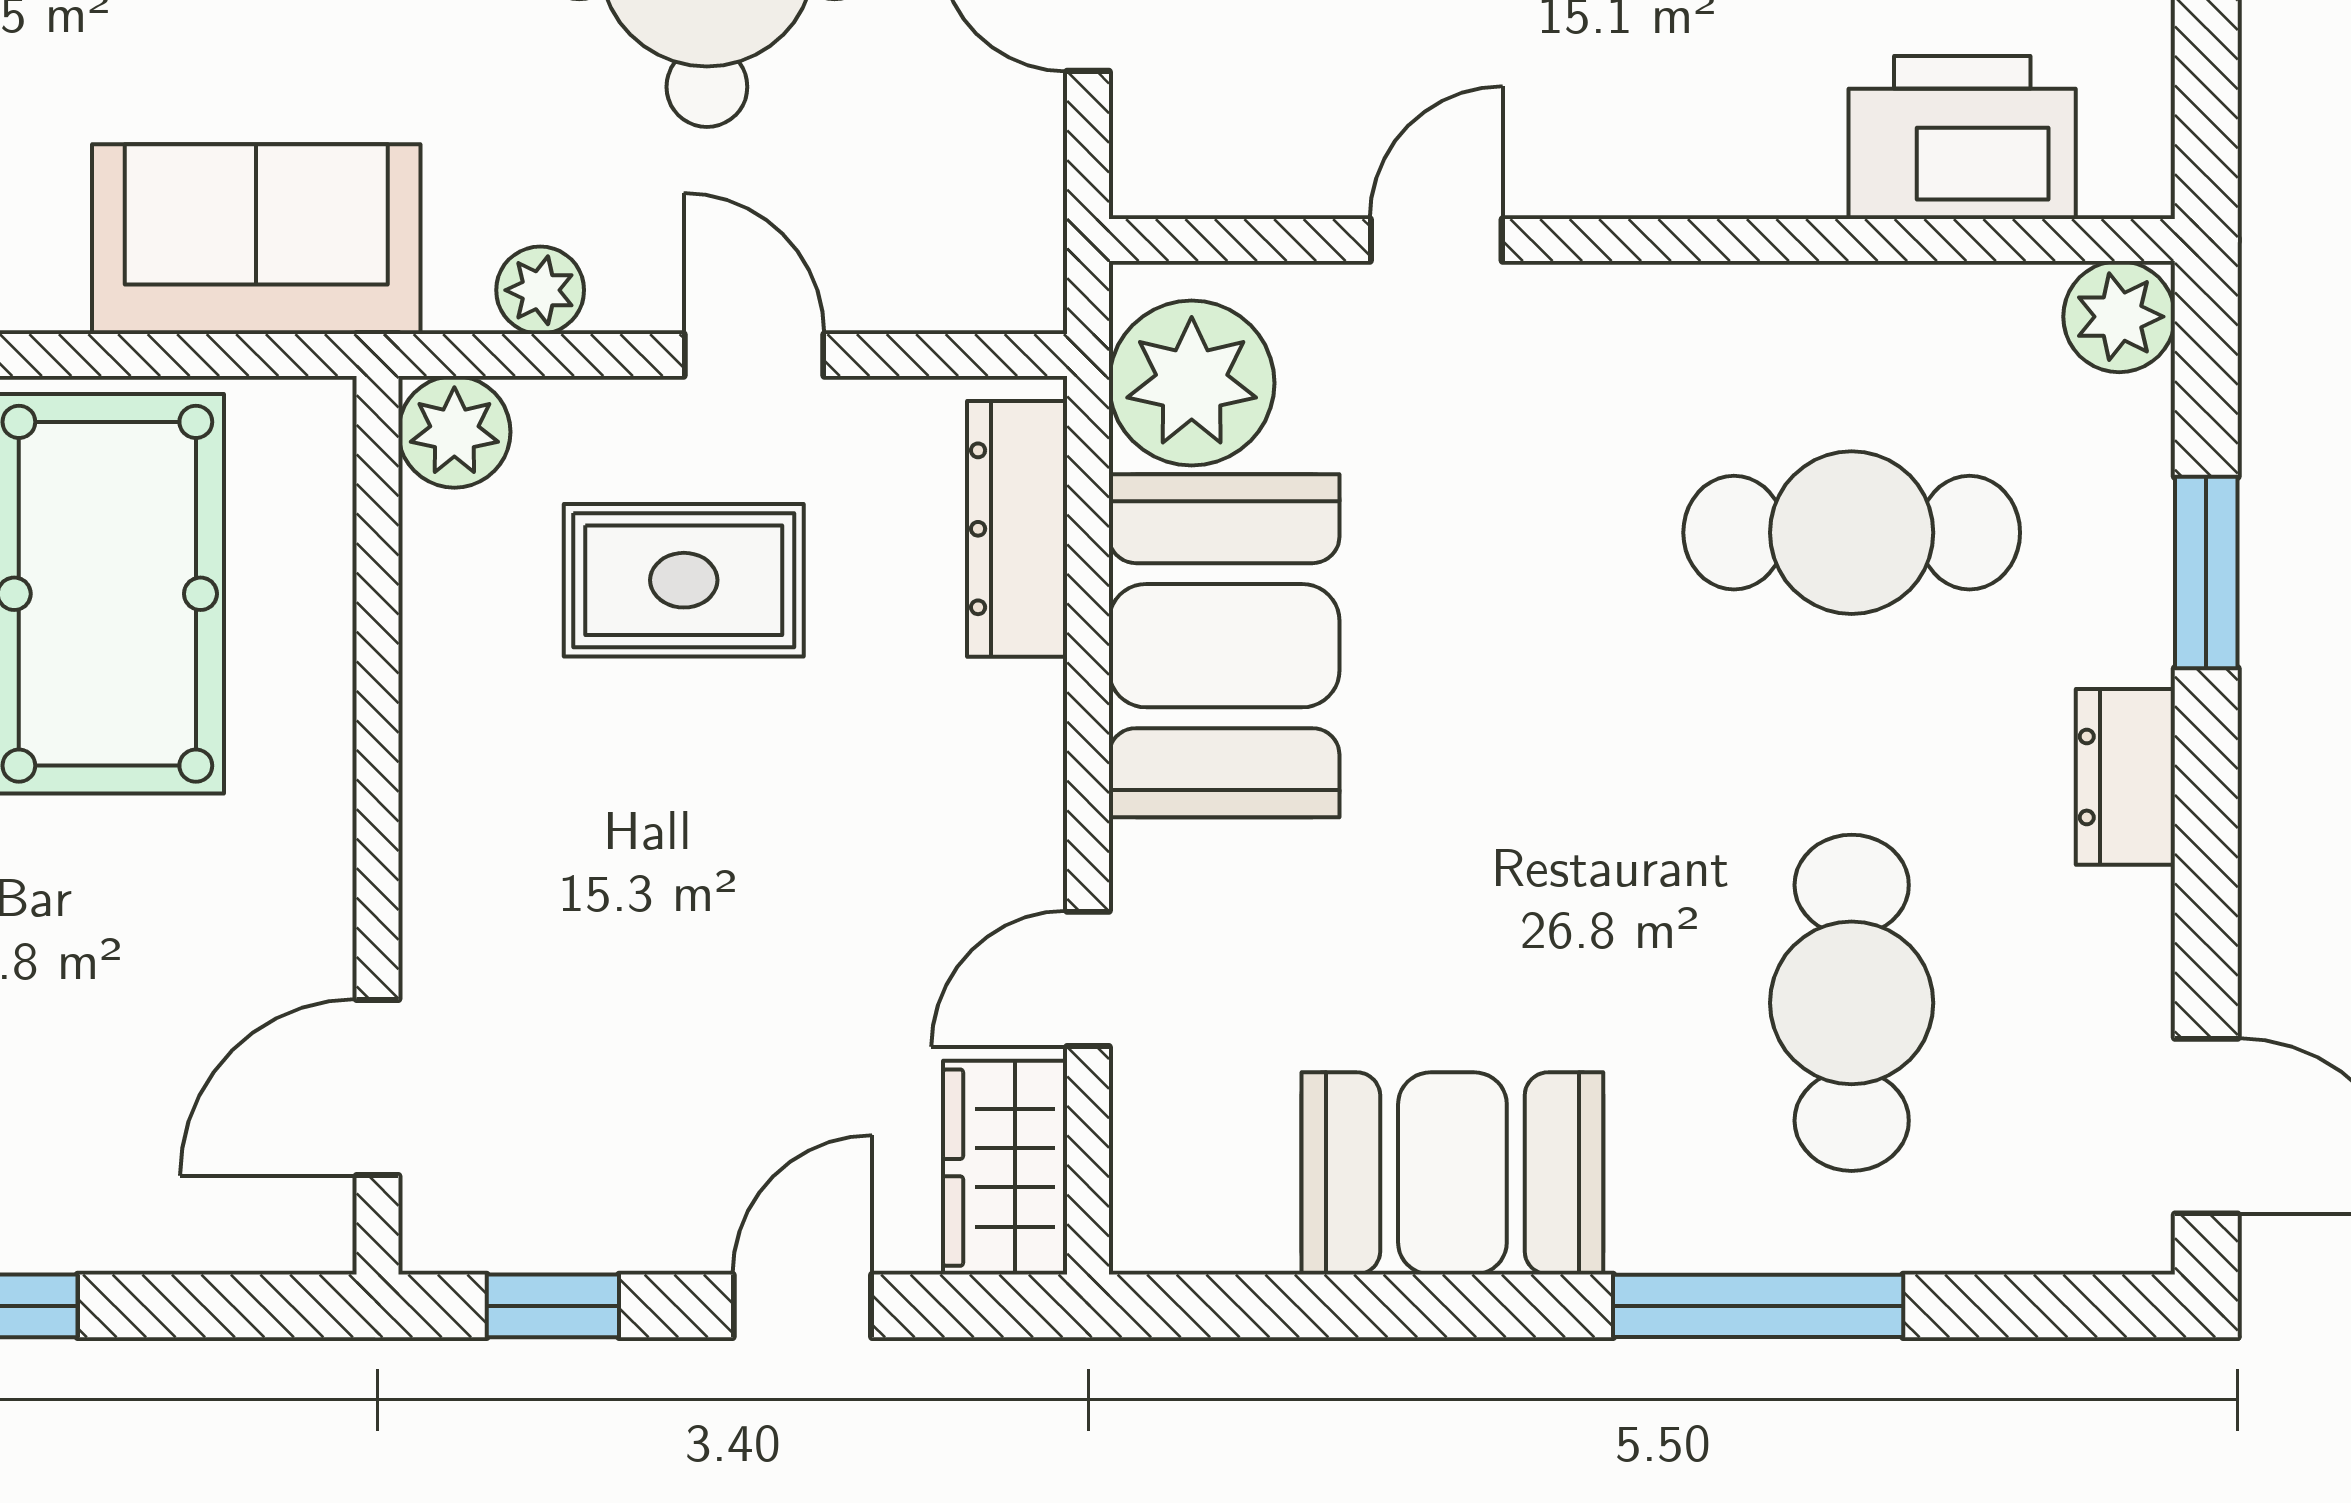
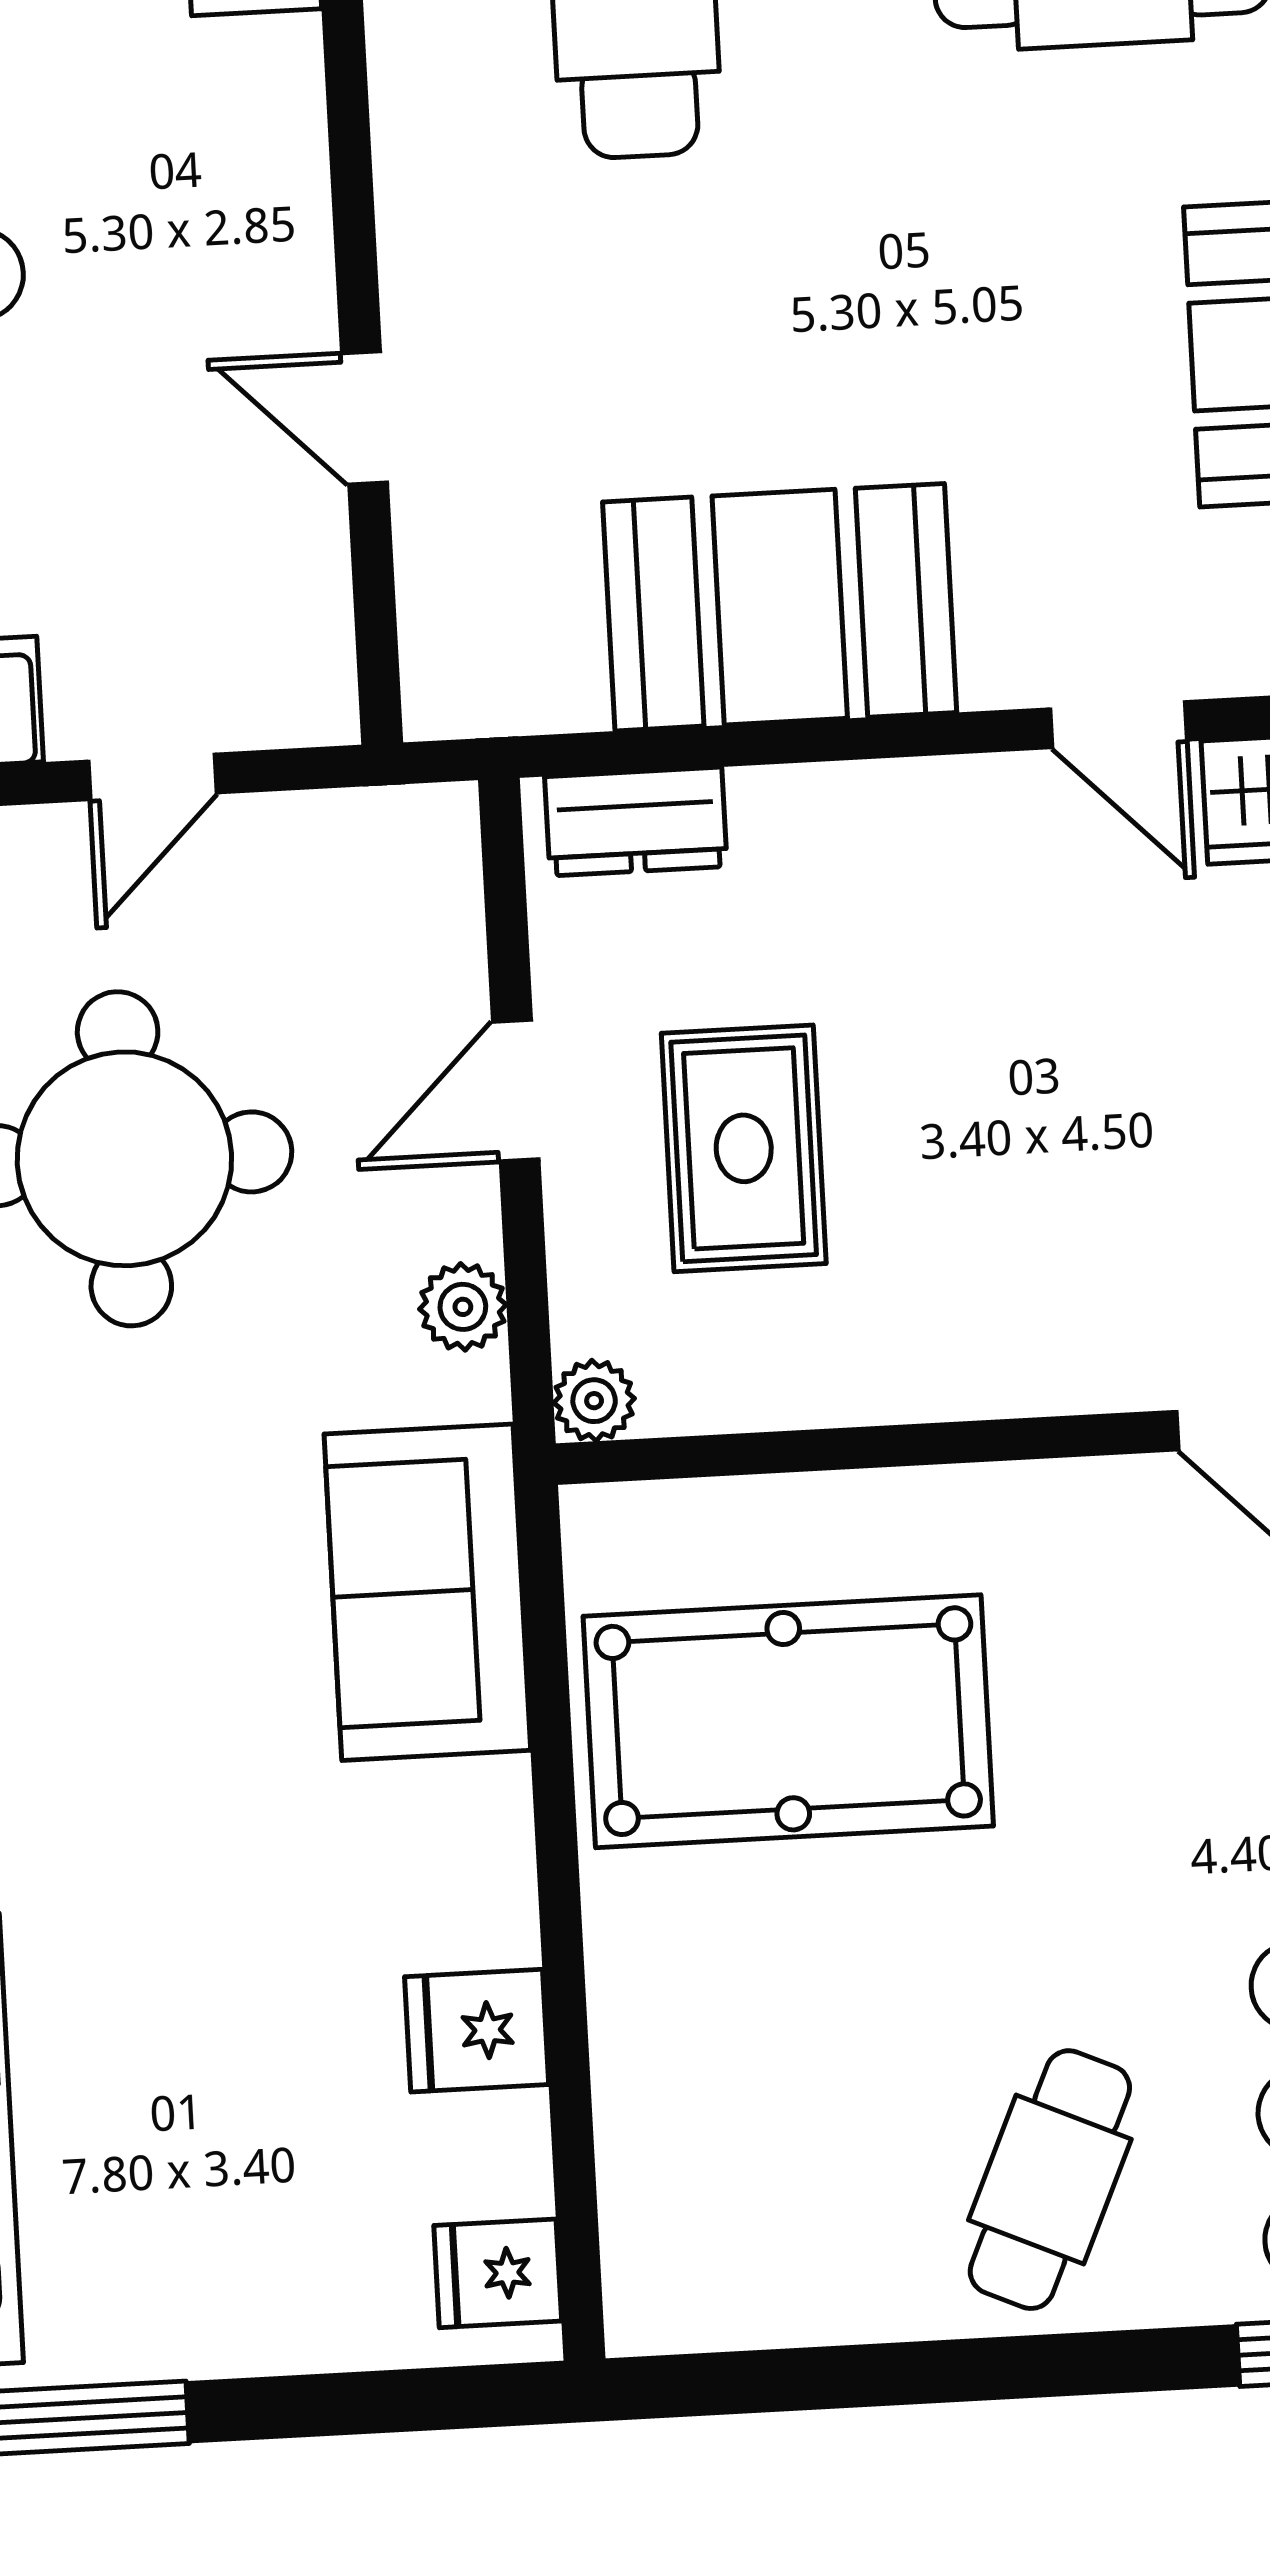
plant: (1192, 383) -> (520, 654), removed
plant: (454, 432) -> (594, 1401), width x0.73, depth x0.73
dresser: (1017, 529) -> (636, 822), width x0.70

